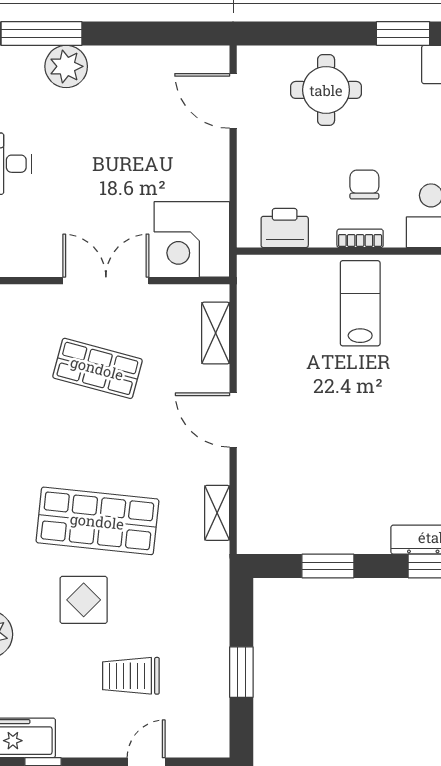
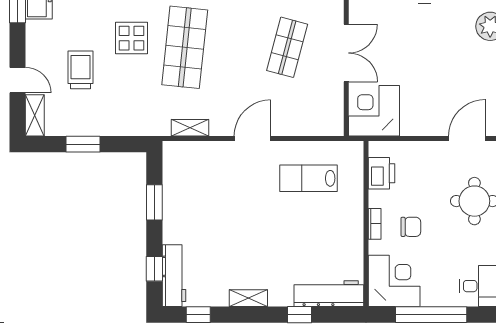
lab bench: (360, 303) -> (308, 178), moved, turned 180
shelving: (216, 333) -> (35, 115), moved, turned 90

